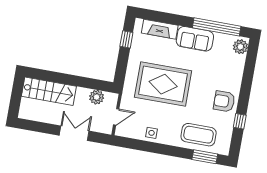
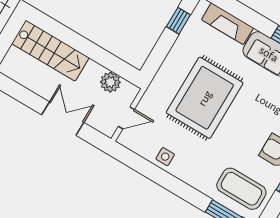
rug: (163, 84) -> (205, 98), turned 90
coffee table: (199, 135) -> (241, 189), moved

